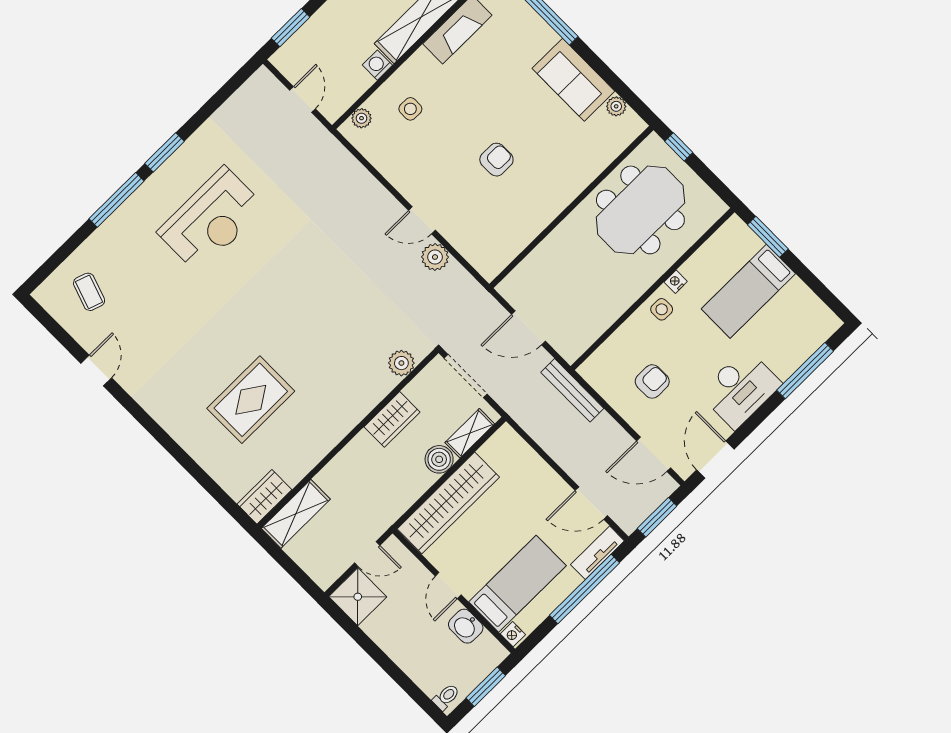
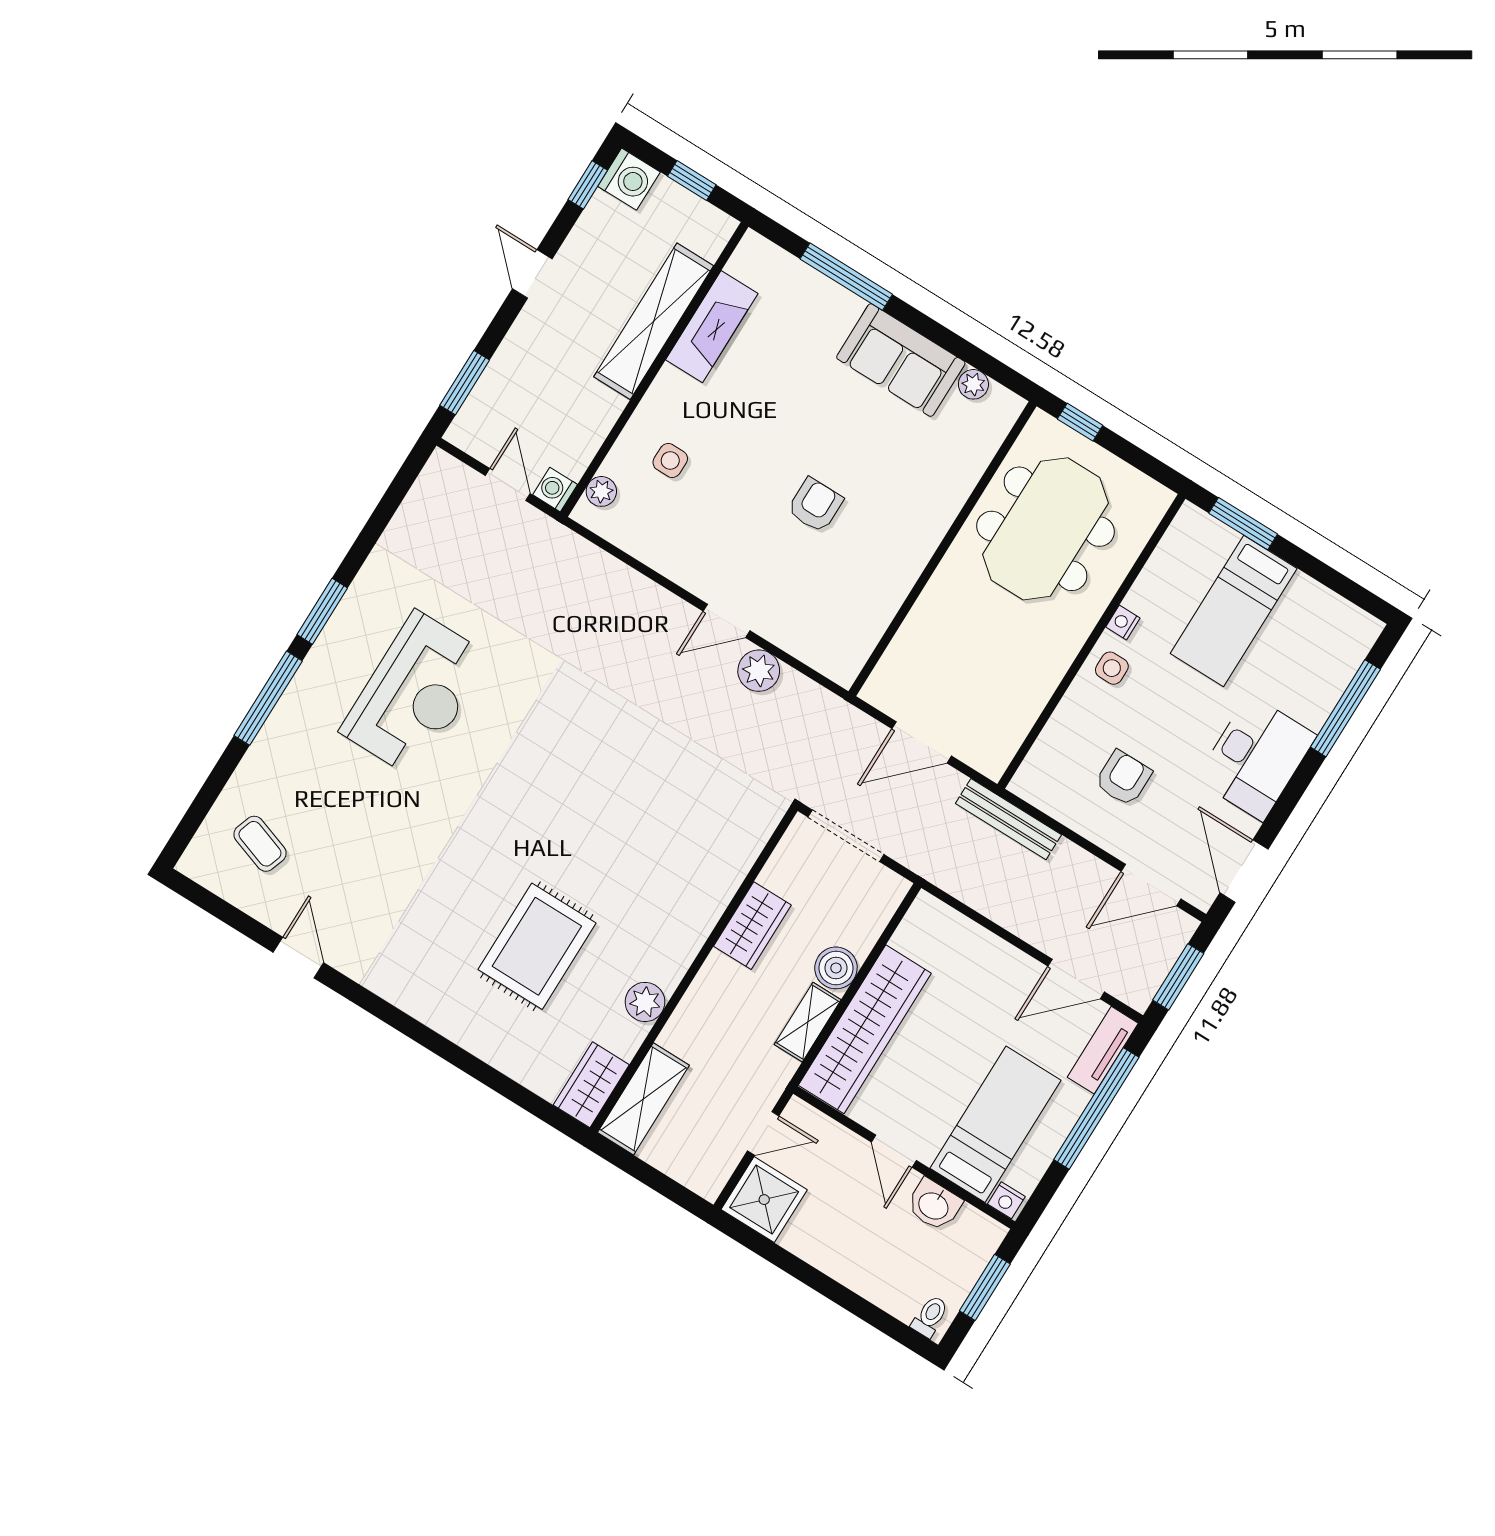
washing machine: (377, 65) -> (555, 490), moved
plant: (401, 363) -> (645, 1002), moved
shelving: (470, 433) -> (808, 1022), moved

